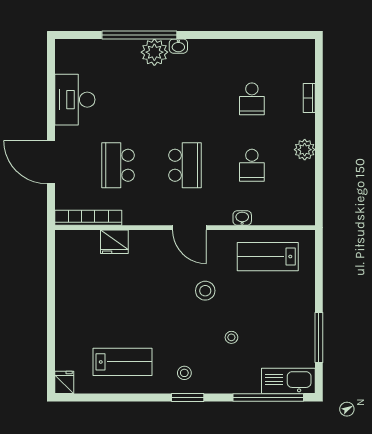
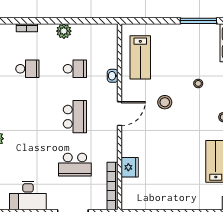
school desk: (185, 165) -> (75, 117), turned 90

